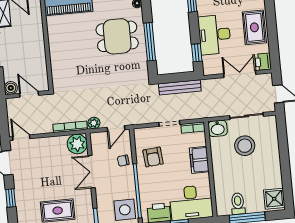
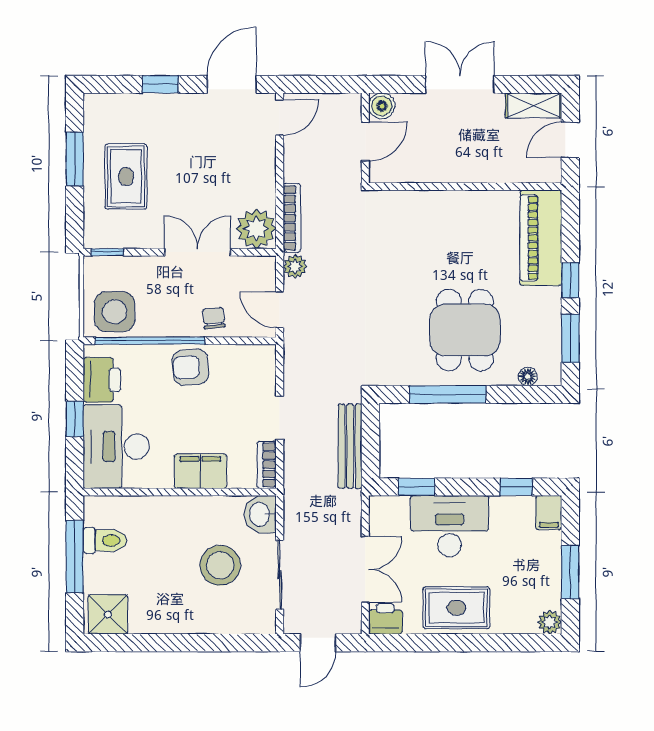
armchair: (153, 157) -> (190, 367), moved

